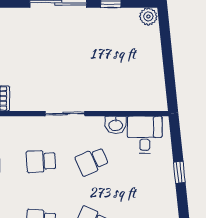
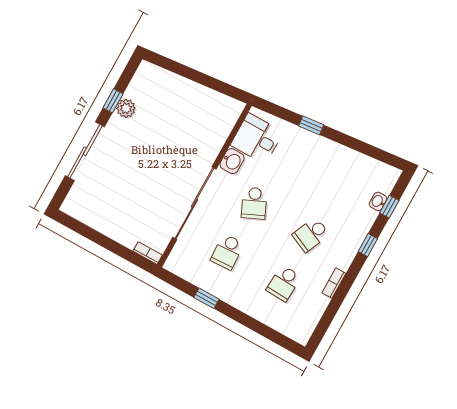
plant: (148, 16) -> (126, 108), moved
sliding door: (65, 114) -> (194, 203), width x1.86

